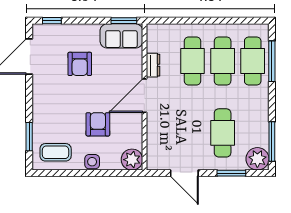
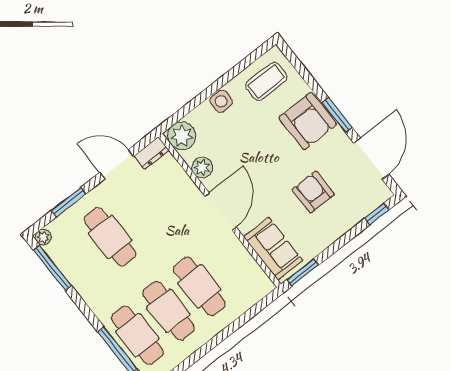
sofa: (121, 36) -> (273, 249), moved, turned 90
dresser: (153, 65) -> (152, 153), moved, turned -90
armchair: (98, 124) -> (308, 121), moved, width x1.36, depth x1.36
plant: (135, 131) -> (202, 168), added
window: (29, 137) -> (337, 115), moved
plant: (257, 159) -> (43, 237), width x0.53, depth x0.53

